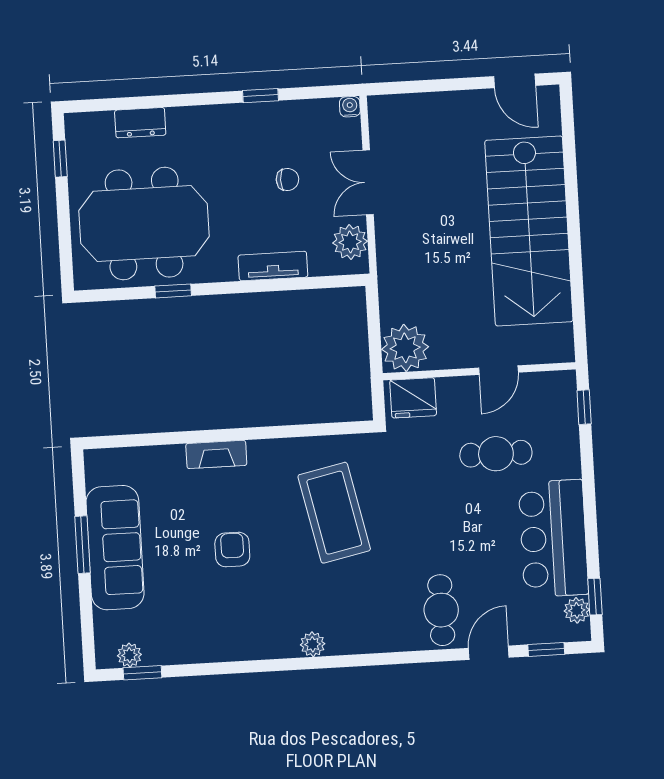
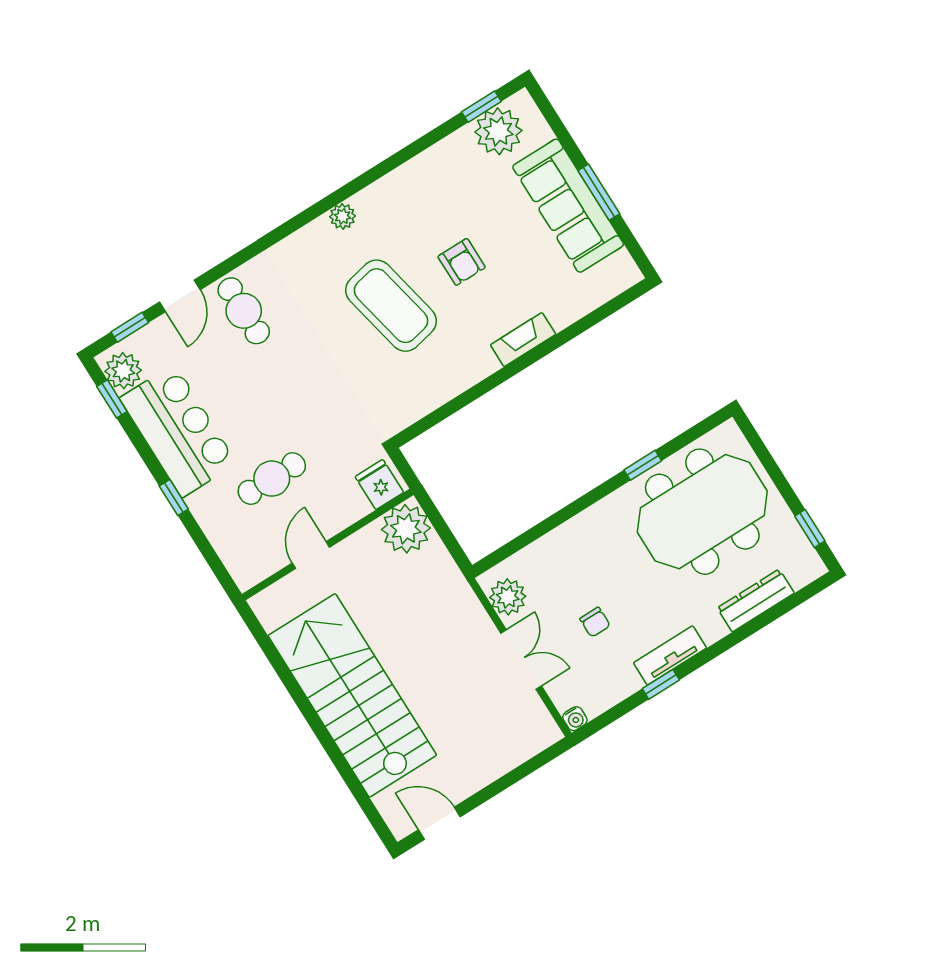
dresser: (140, 123) -> (756, 600), width x1.44
chair: (287, 180) -> (595, 622), turned -90
tv unit: (273, 266) -> (670, 655), moved, turned 180
fridge: (413, 398) -> (379, 485), width x0.72
window: (584, 407) -> (174, 498), moved
coffee table: (334, 513) -> (391, 306), moved
plant: (577, 610) -> (123, 371), width x1.38, depth x1.38
plant: (129, 655) -> (498, 131), width x1.88, depth x1.88

